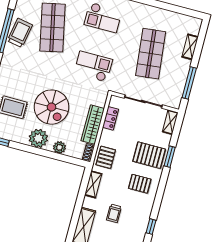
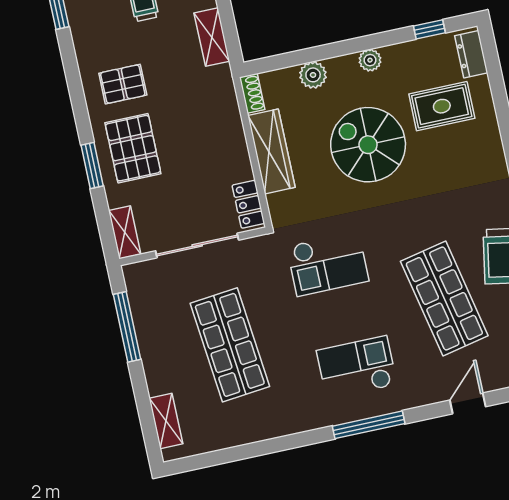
shelving: (190, 47) -> (166, 421), moved
locker: (111, 118) -> (248, 204), moved
plant: (38, 138) -> (370, 60), width x0.53, depth x0.53
pallet: (149, 155) -> (133, 148), turned 90
pallet: (106, 157) -> (214, 101), removed

